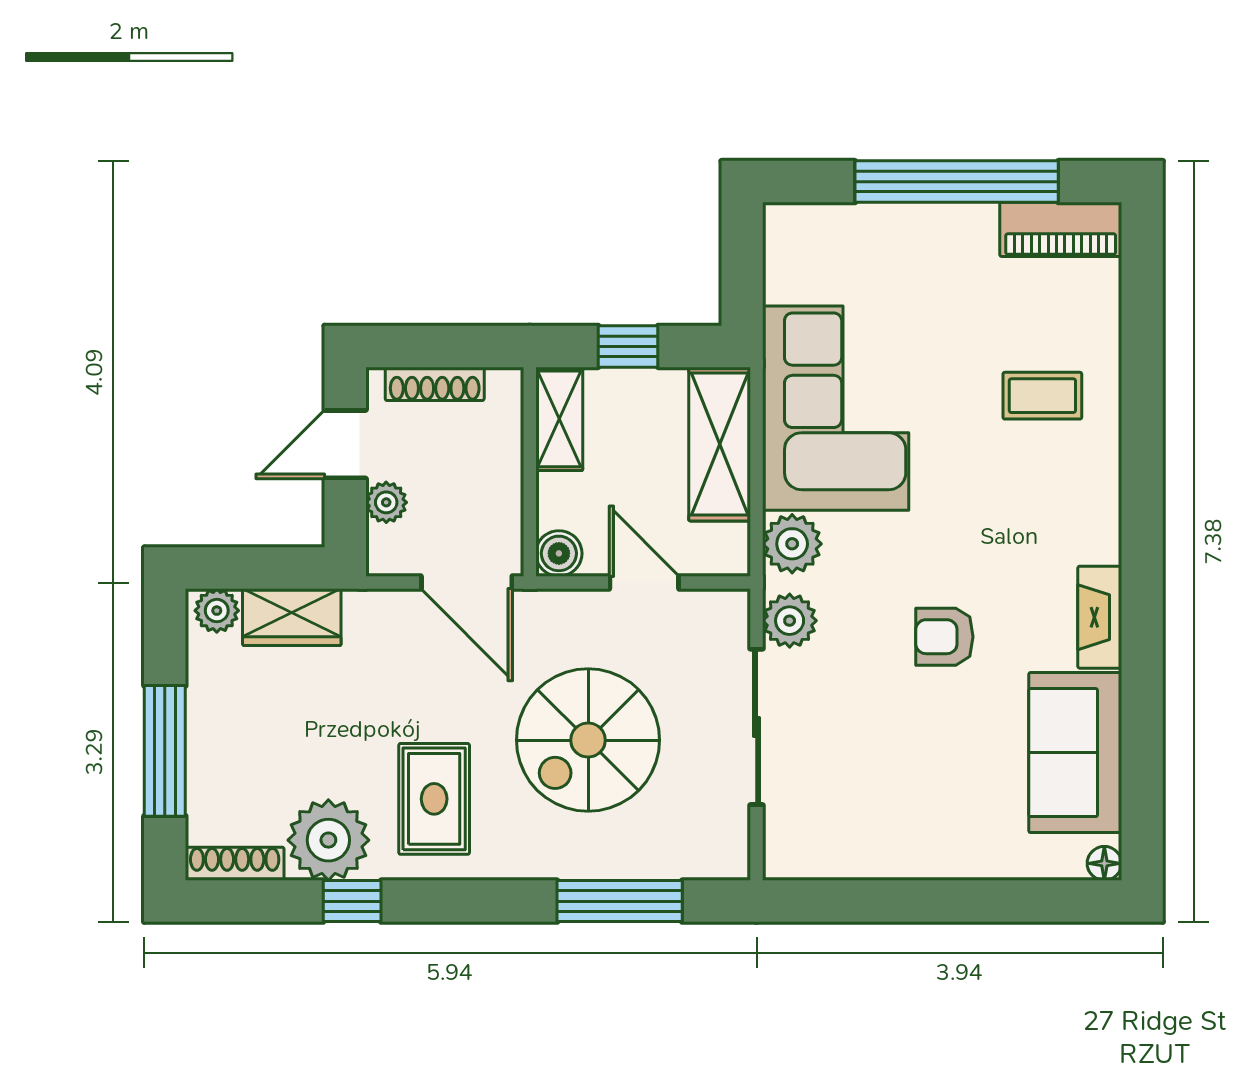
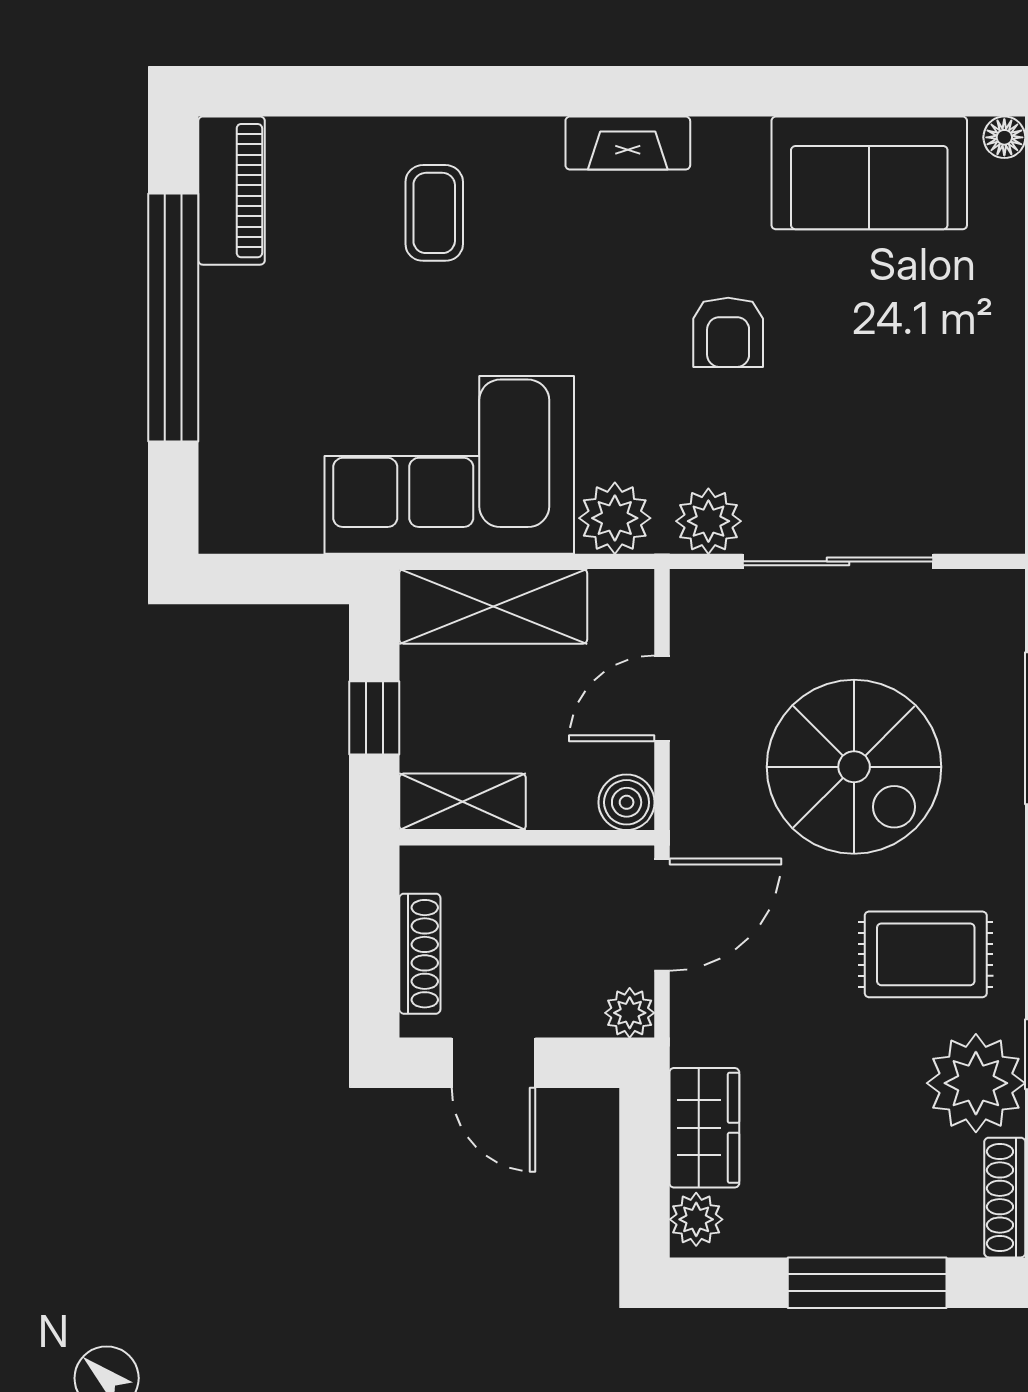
plant: (386, 502) -> (630, 1013), moved
fireplace: (1100, 617) -> (628, 143), moved

